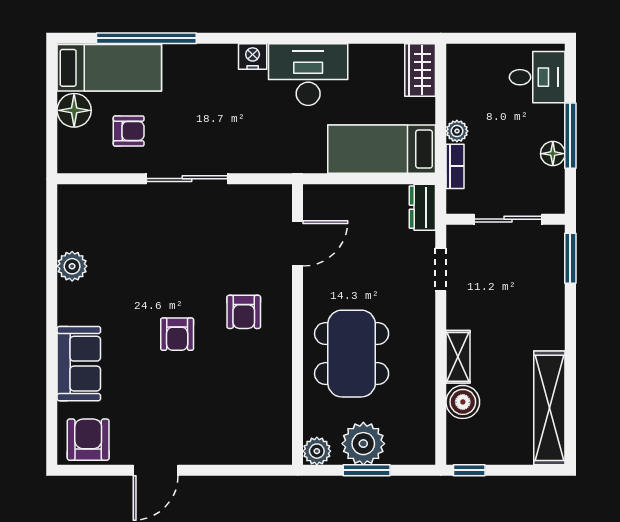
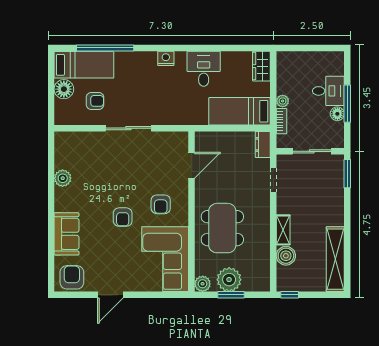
desk: (308, 75) -> (204, 69), width x0.73
desk: (537, 77) -> (328, 91), moved
corner sofa: (252, 408) -> (165, 259), added

